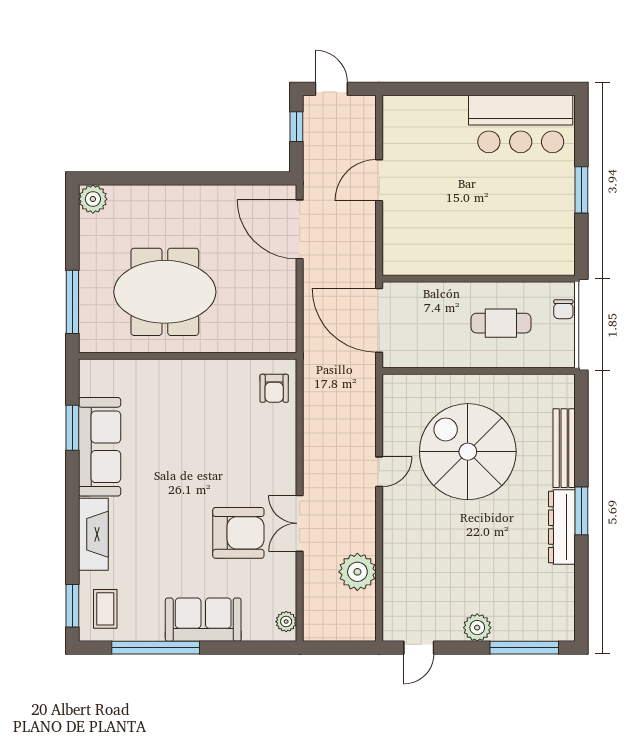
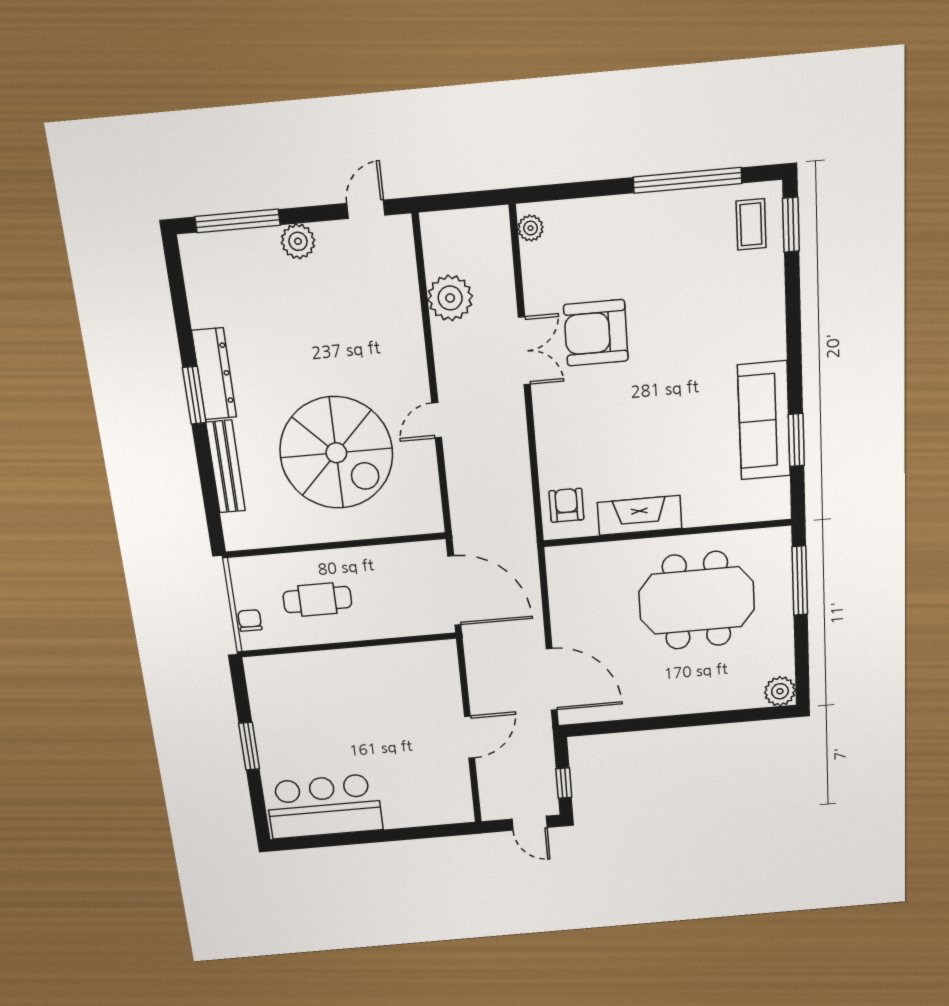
fireplace: (93, 534) -> (640, 515), moved, turned 90
sofa: (203, 620) -> (631, 221), removed

